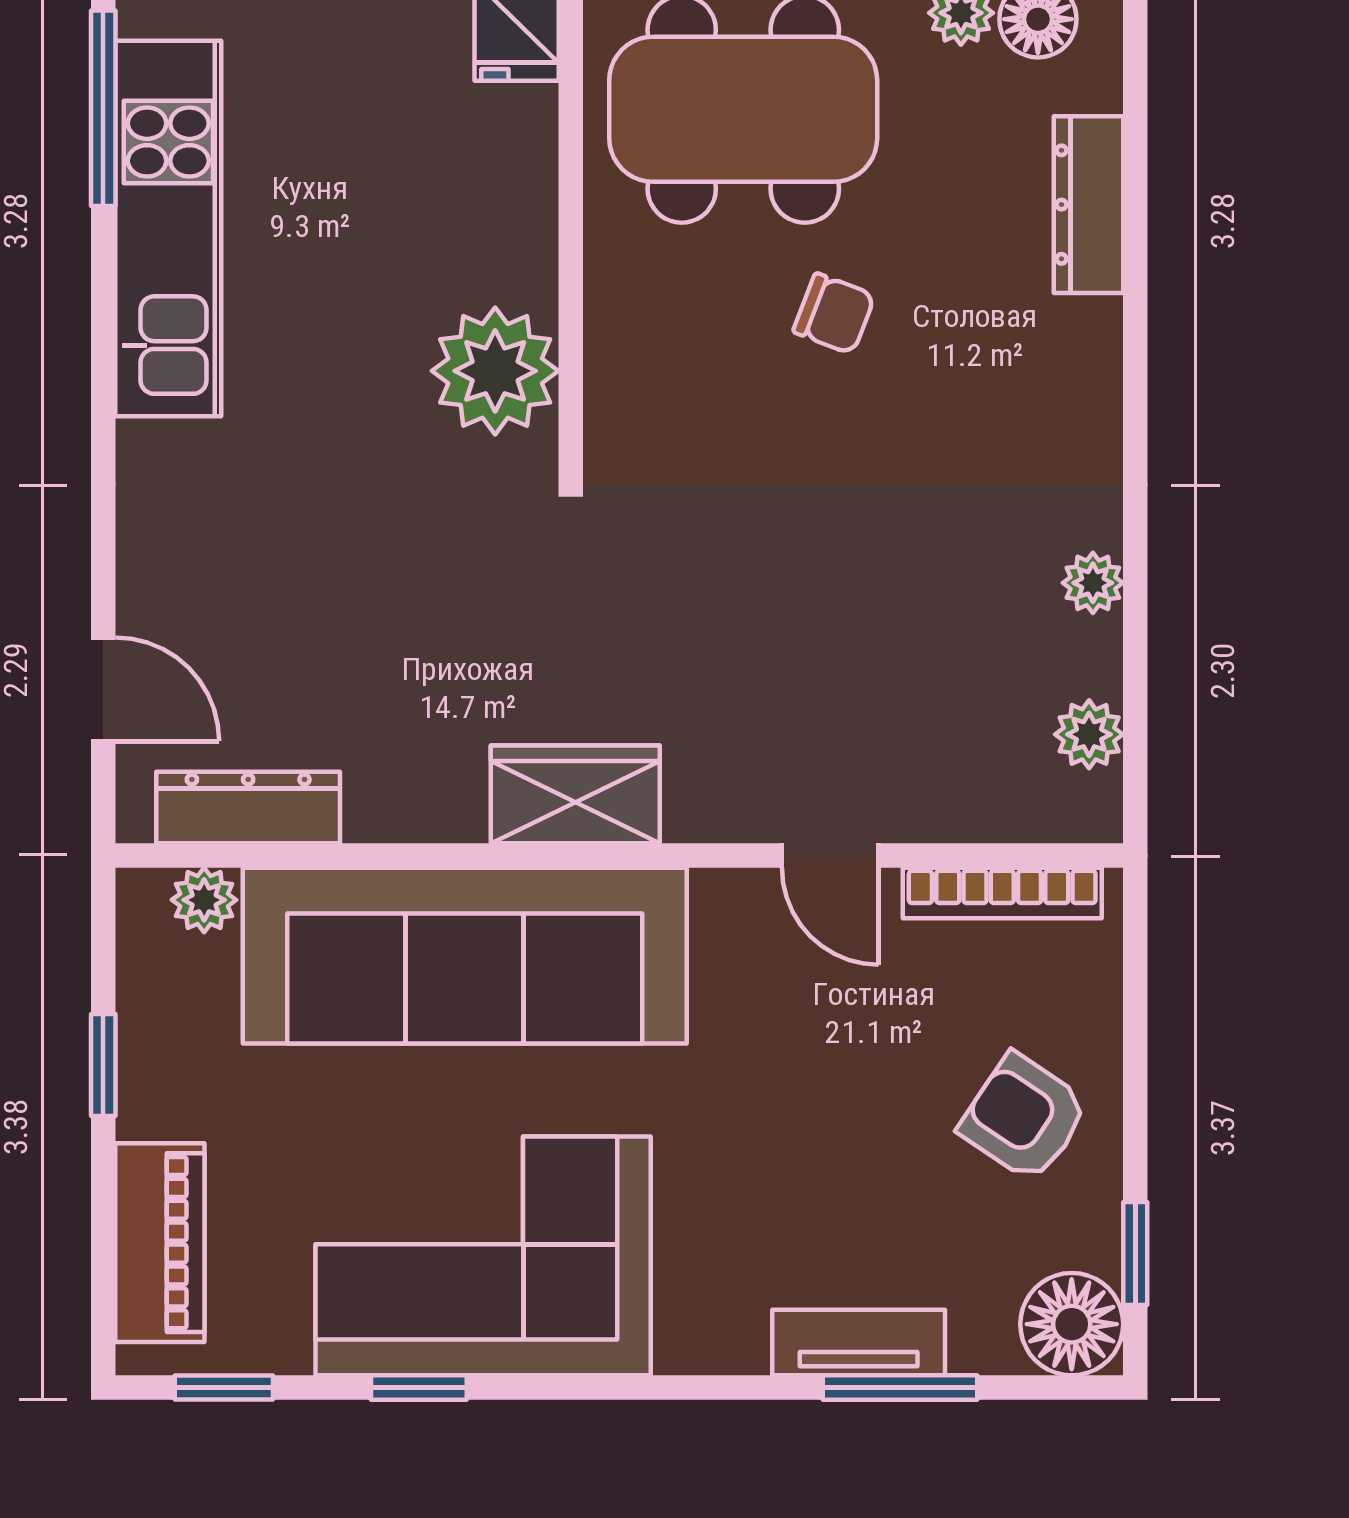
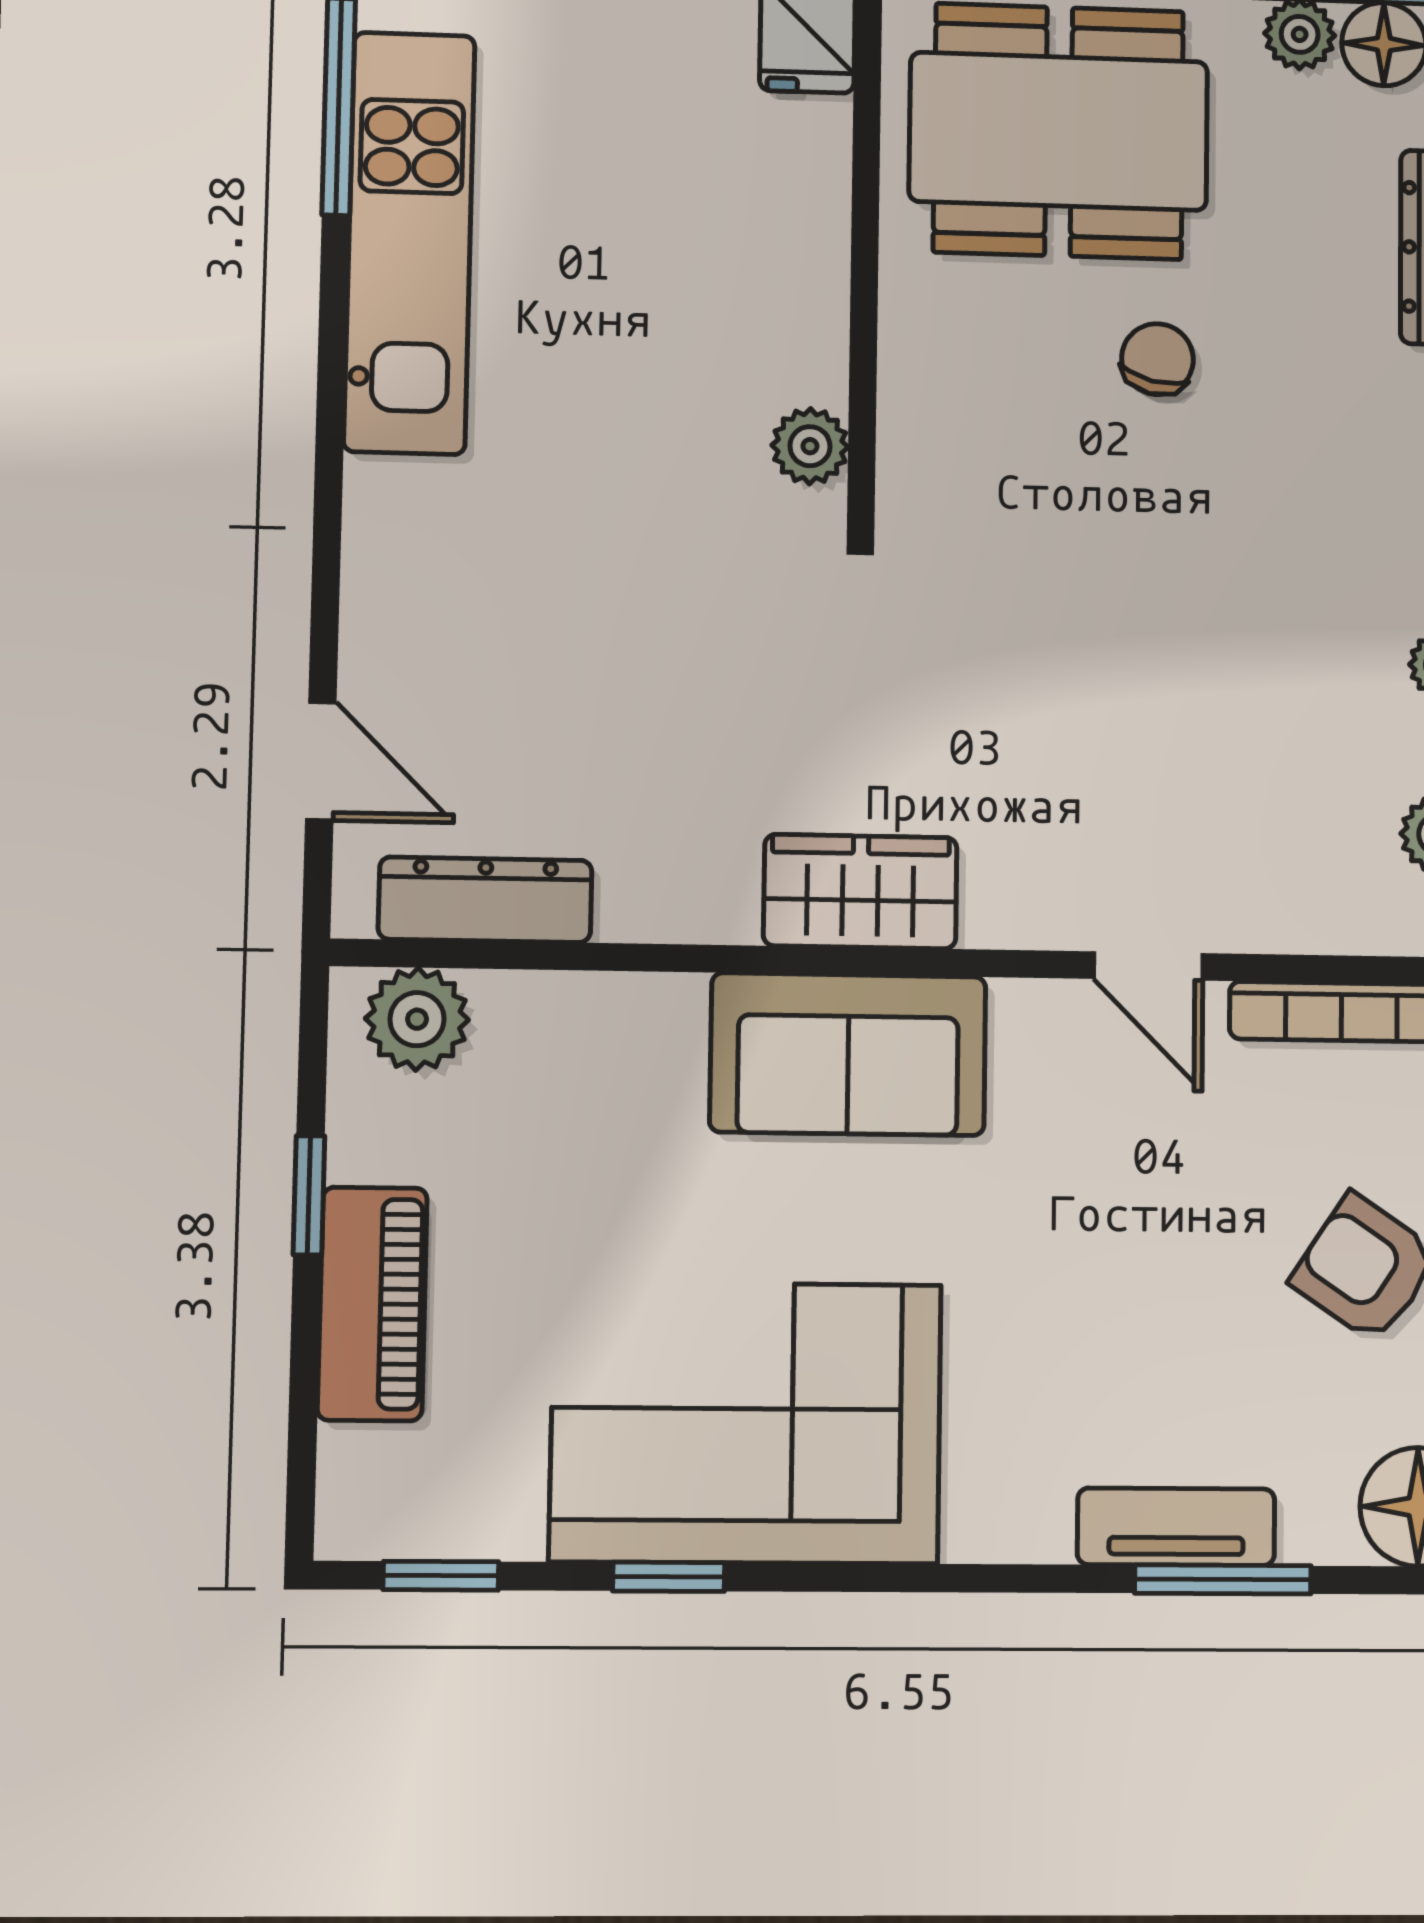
chair: (834, 314) -> (1157, 359), turned -98
plant: (495, 371) -> (810, 446), width x0.53, depth x0.53
plant: (204, 900) -> (417, 1019), width x1.38, depth x1.38
sofa: (465, 956) -> (848, 1054), width x0.54, depth x0.79
piano: (160, 1243) -> (372, 1304), moved

